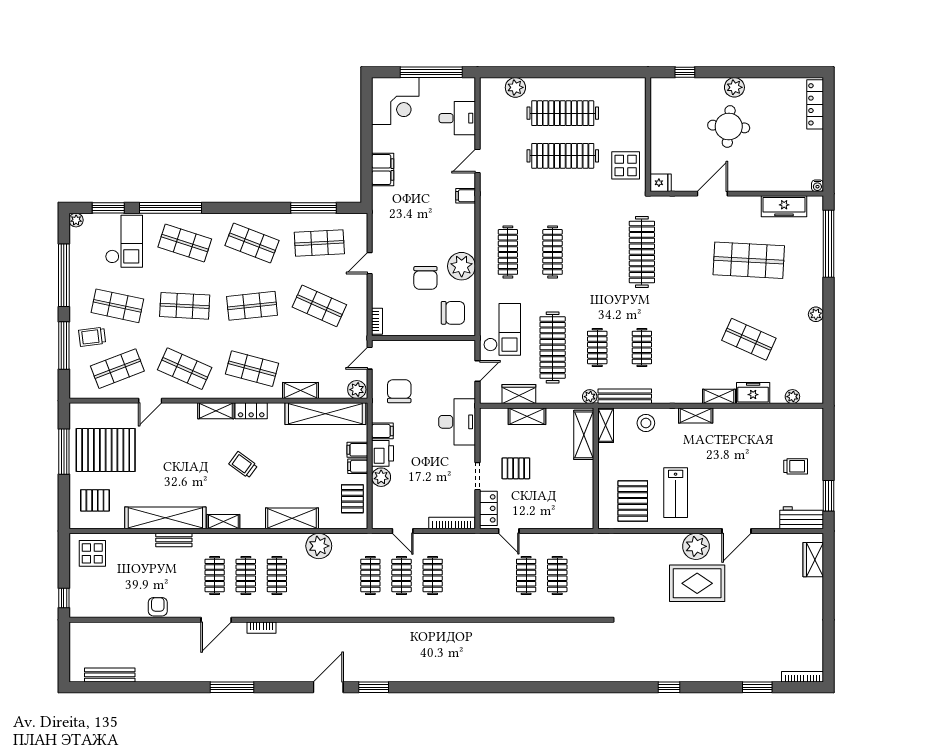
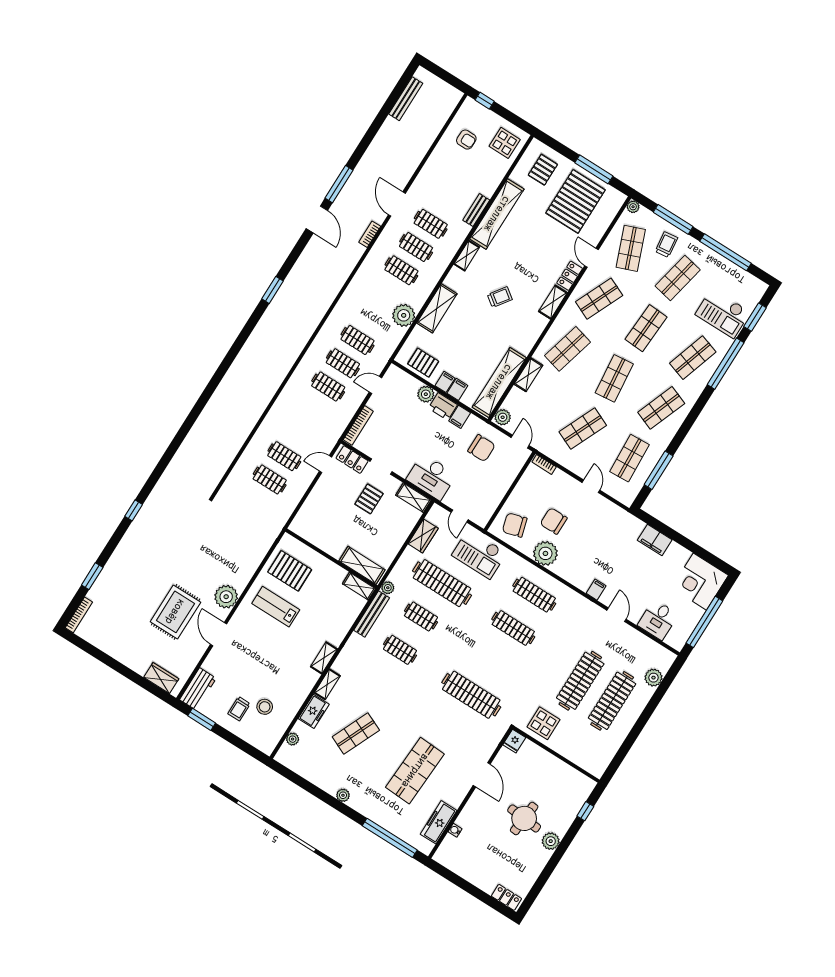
locker: (815, 104) -> (506, 897), width x0.66
water cooler: (817, 186) -> (455, 830), moved
plant: (76, 220) -> (633, 207), moved
chair: (453, 313) -> (515, 525), turned 74
locker: (251, 411) -> (570, 276), moved
shelving: (527, 416) -> (413, 498), moved, turned 90
stool: (646, 423) -> (265, 707), moved
rug: (697, 583) -> (175, 612), moved
armchair: (158, 607) -> (466, 140), moved
door: (328, 687) -> (317, 219), moved

